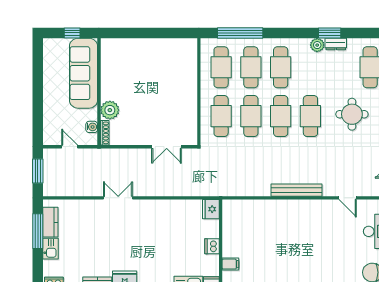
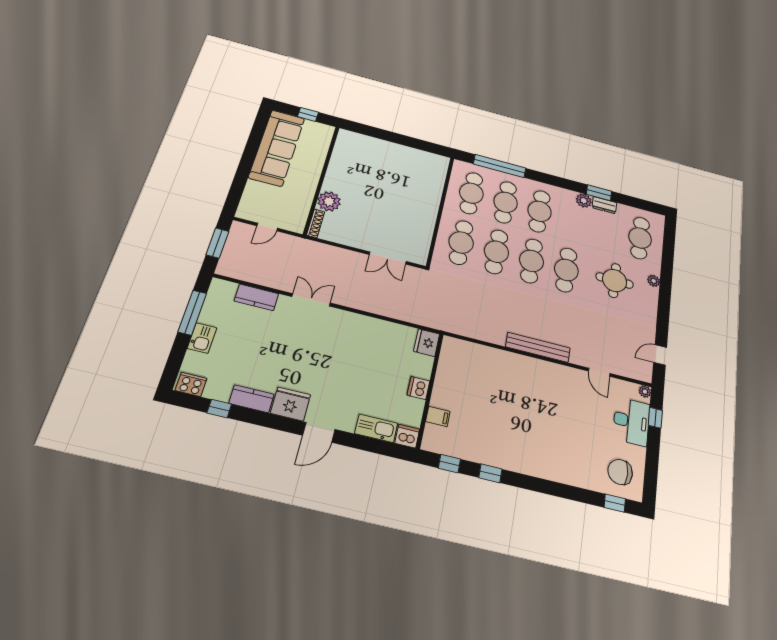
sofa: (84, 73) -> (277, 148), moved, turned 180
water cooler: (92, 127) -> (301, 213), removed
door: (70, 147) -> (267, 227), swing flipped
kitchen counter: (50, 222) -> (256, 297), moved, turned 90

